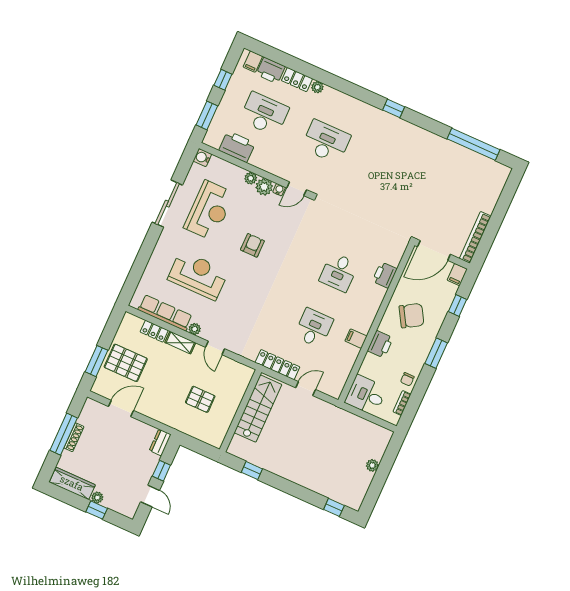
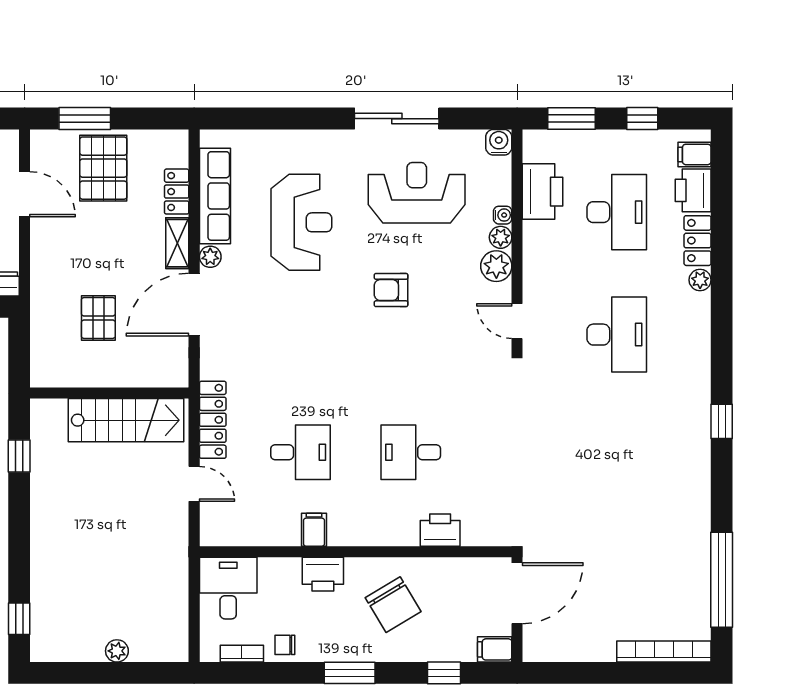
water cooler: (279, 190) -> (503, 215), moved
reception desk: (209, 210) -> (417, 193), turned 180
bookcase: (475, 237) -> (664, 652), moved
armchair: (252, 245) -> (391, 290), turned 180
door: (434, 251) -> (517, 593), swing flipped
door: (215, 348) -> (194, 305), width x1.87

